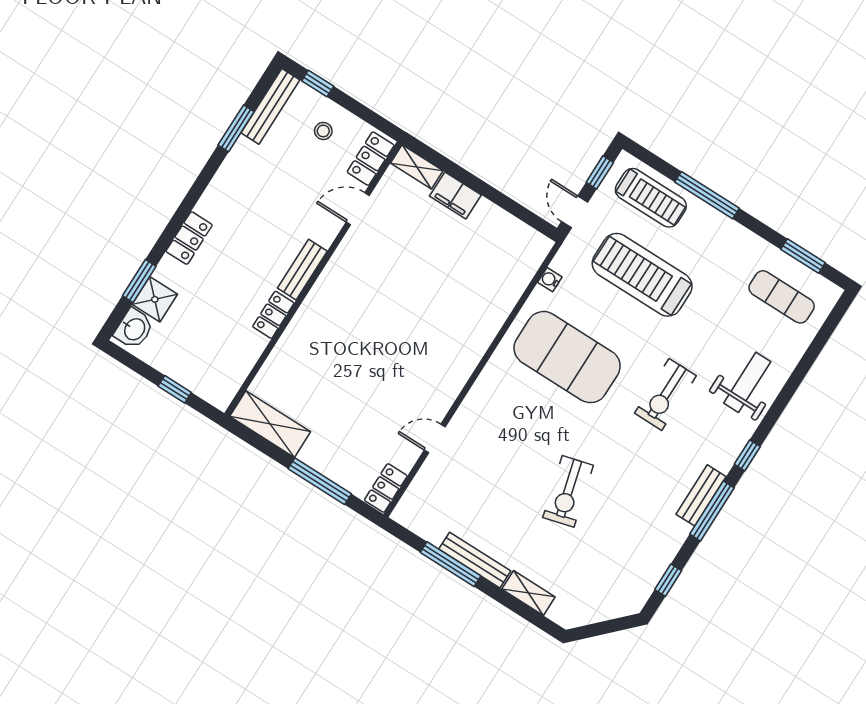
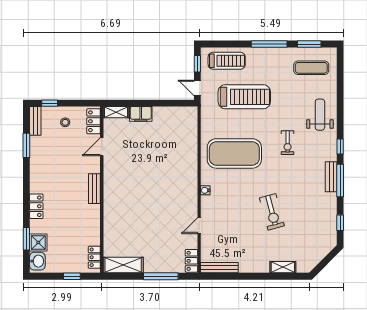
bench: (270, 106) -> (35, 121), width x0.73
window: (707, 195) -> (269, 44), moved
treadmill: (642, 275) -> (244, 97), turned 180
water cooler: (550, 280) -> (205, 190), moved
locker: (273, 315) -> (94, 257), moved
exercise bike: (665, 394) -> (288, 143), width x0.73, depth x0.72
bench: (475, 560) -> (219, 268), moved
window: (450, 564) -> (241, 276), removed

